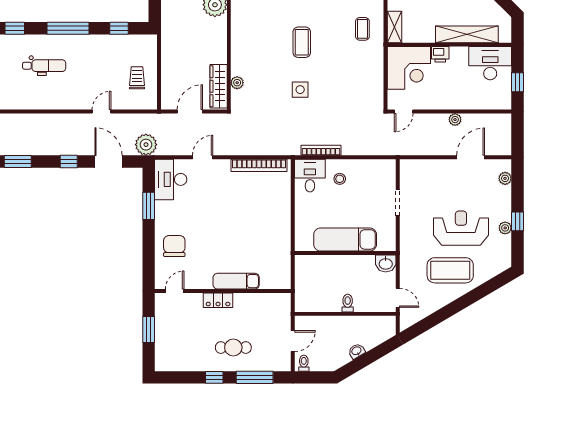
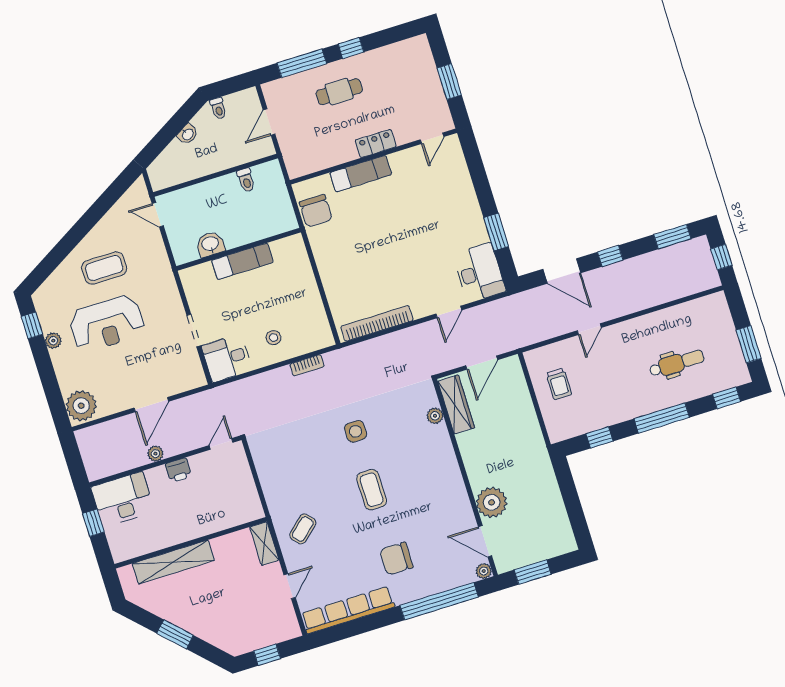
coffee table: (362, 29) -> (303, 529), turned 48
printer: (440, 54) -> (178, 470), moved, turned 180
desk: (490, 63) -> (123, 499), moved, turned 180
dental chair: (44, 66) -> (677, 363), turned 180
corner desk: (409, 68) -> (231, 499), removed
plant: (146, 145) -> (523, 306), removed
bookcase: (321, 150) -> (307, 365), width x0.64
door: (471, 157) -> (151, 405), moved
desk: (310, 176) -> (227, 358), moved, turned 90
plant: (505, 178) -> (81, 406), width x1.88, depth x1.88
window: (518, 221) -> (32, 325), moved
exam couch: (345, 239) -> (243, 261), width x0.73, depth x0.69
chair: (174, 246) -> (316, 211), moved
washbasin: (386, 263) -> (210, 244), moved
coffee table: (450, 270) -> (104, 268), width x0.73, depth x0.76
toilet: (348, 303) -> (246, 180), moved
toilet: (304, 363) -> (218, 108), moved

